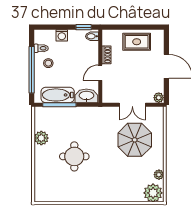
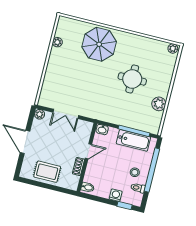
window: (84, 27) -> (125, 205), moved
washbasin: (86, 96) -> (102, 130), width x0.52, depth x0.69
double door: (132, 105) -> (66, 114), swing flipped
parasol: (135, 140) -> (99, 44), moved
plant: (153, 193) -> (173, 49), moved, width x0.53, depth x0.53

